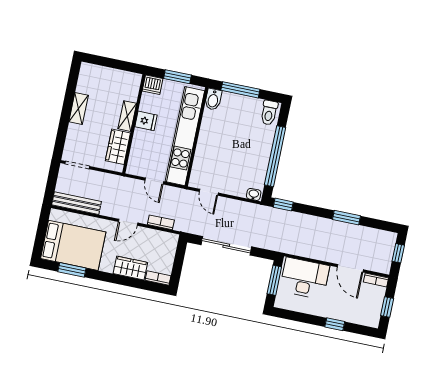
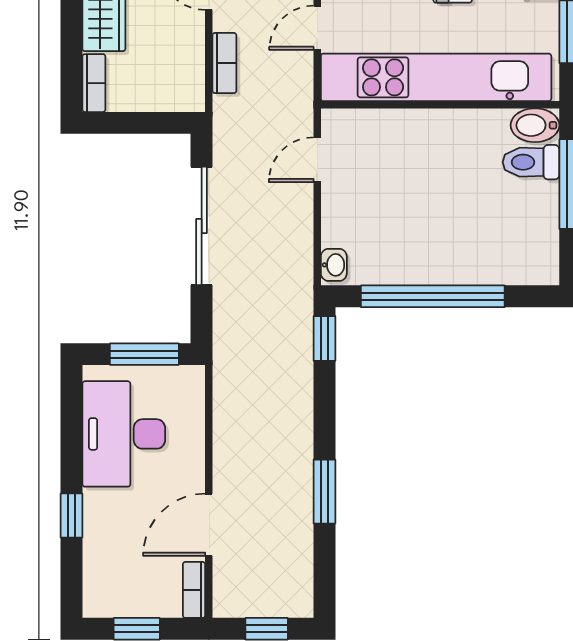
toilet: (269, 113) -> (531, 162), moved
desk: (305, 278) -> (124, 434), moved, turned 180

